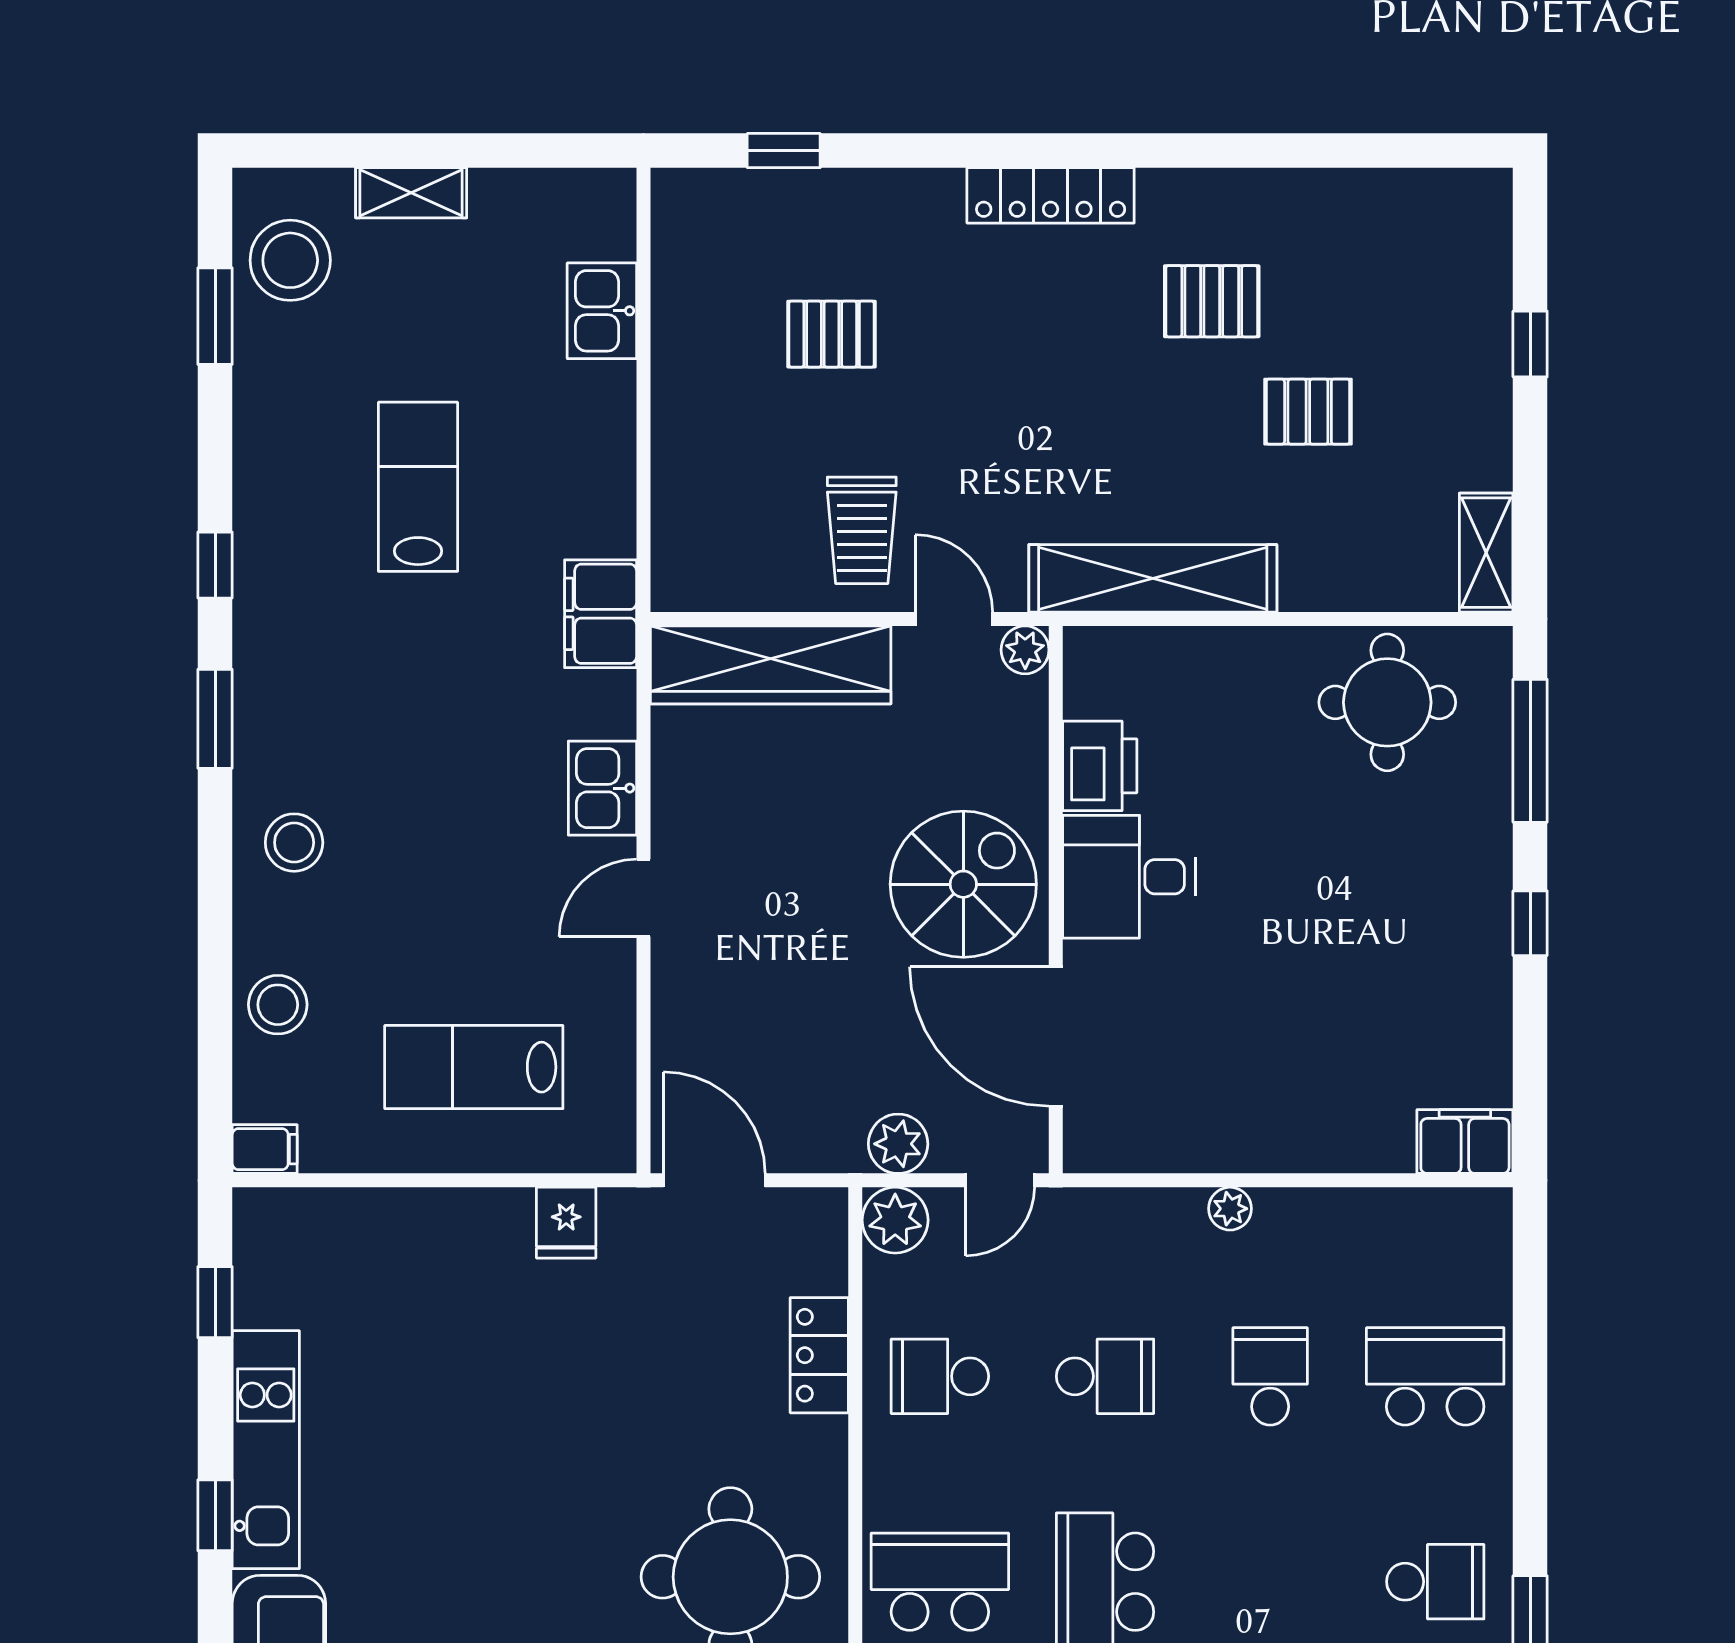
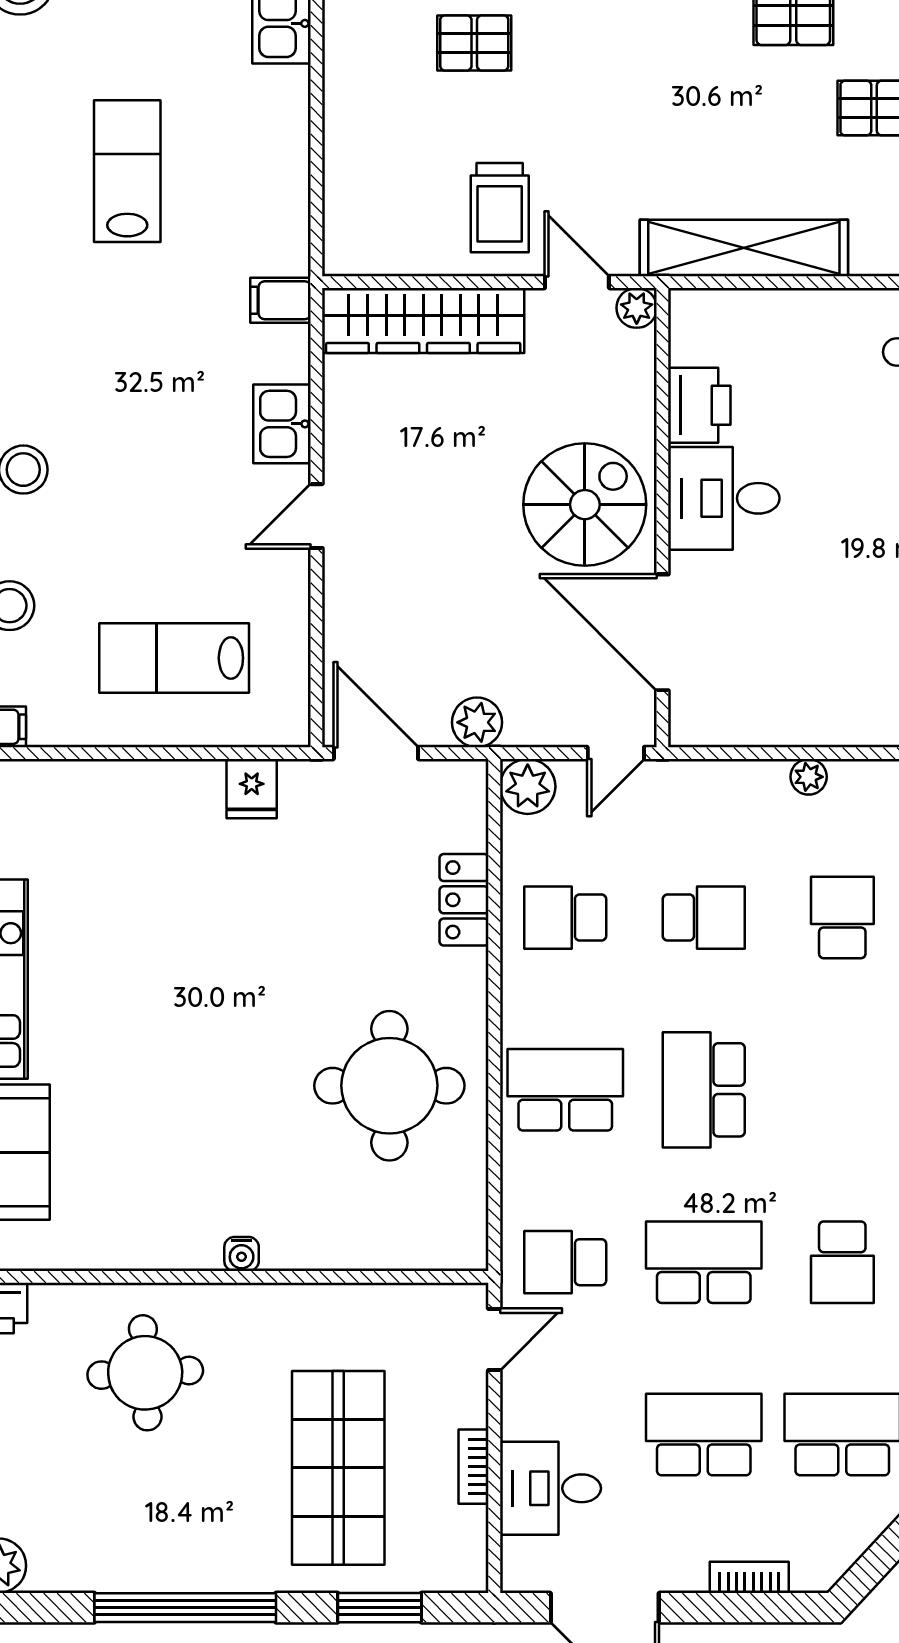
filing cabinet: (601, 614) -> (280, 300), width x0.50
plant: (898, 1144) -> (477, 722), moved

